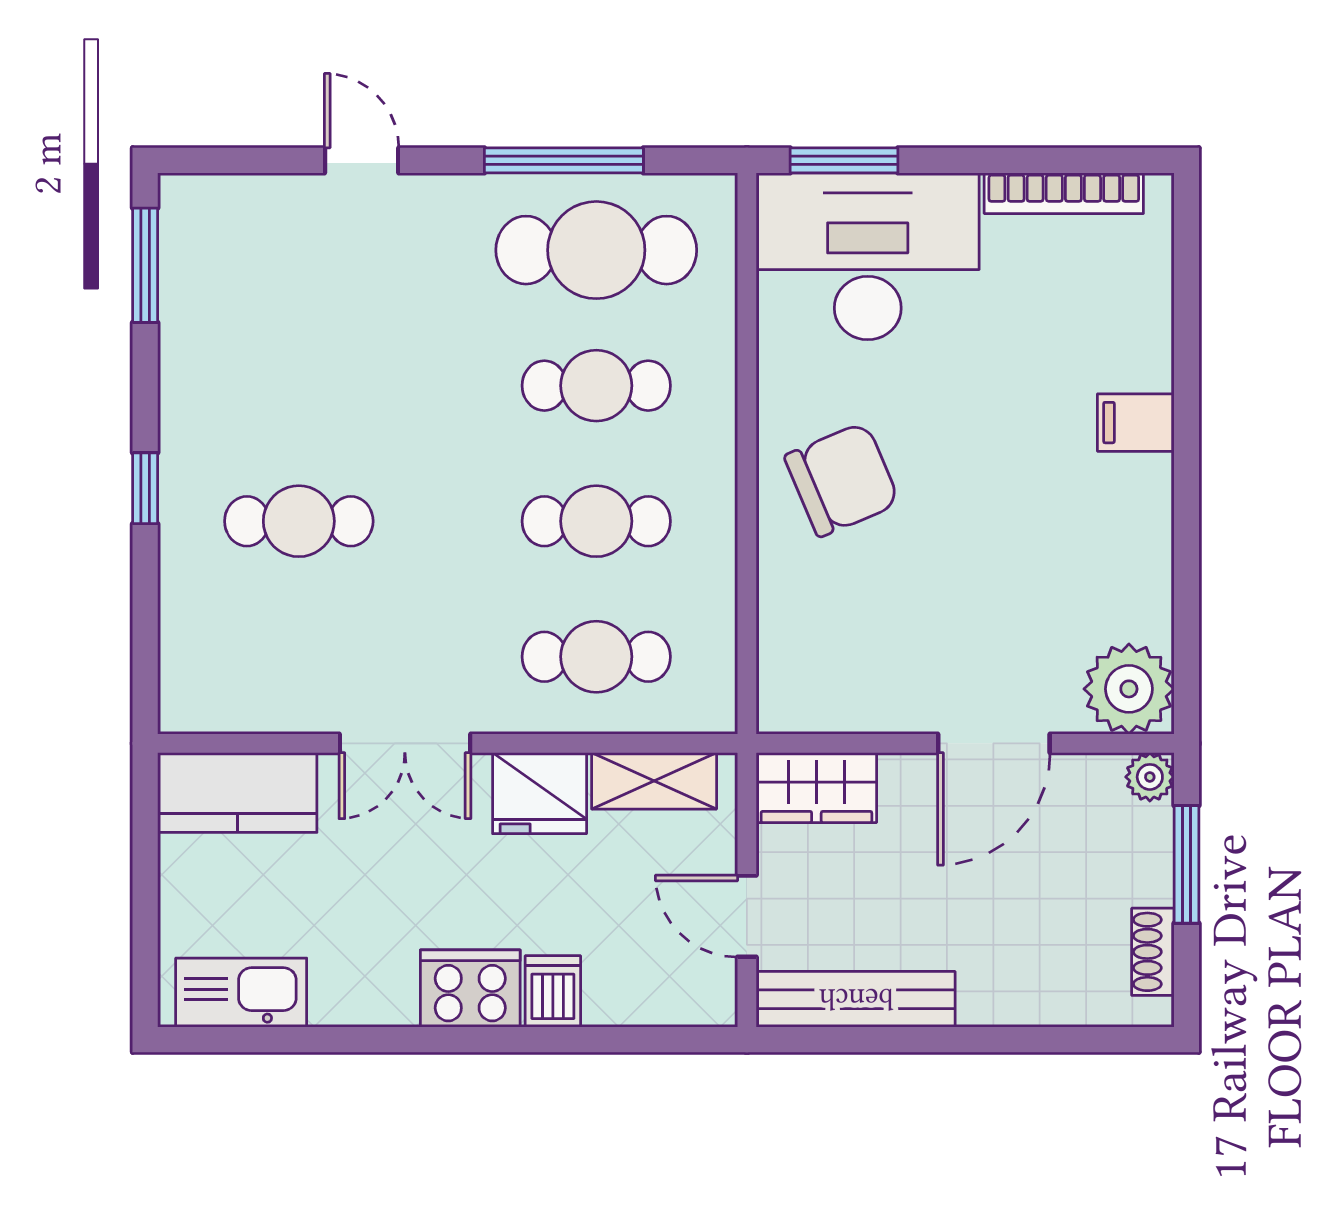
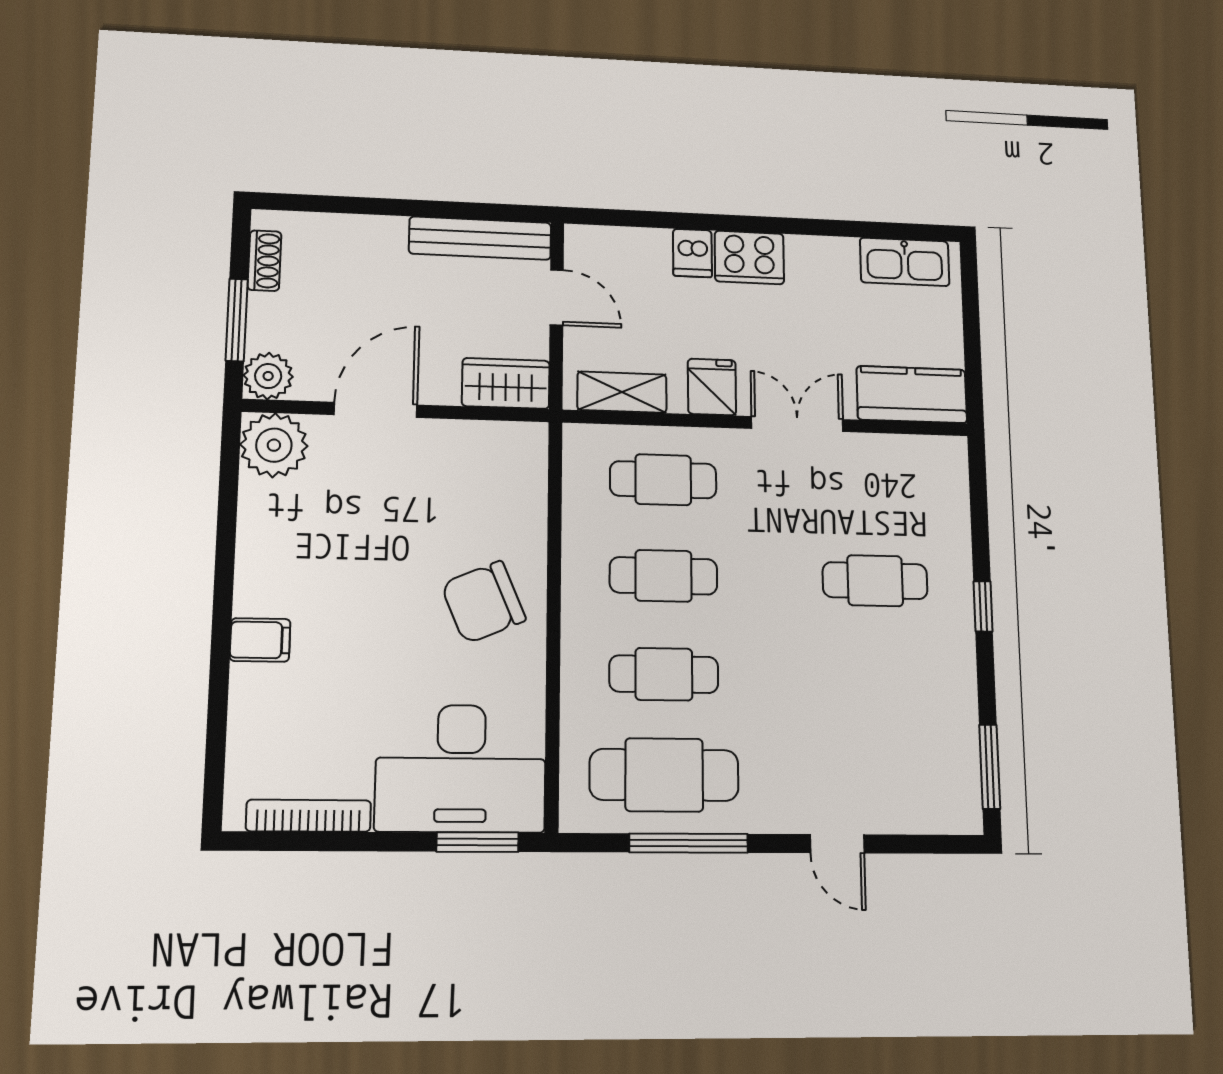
plant: (1150, 777) -> (268, 376), width x1.38, depth x1.38
fridge: (540, 793) -> (712, 387), width x0.72

